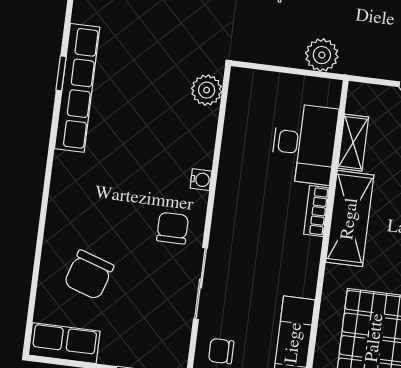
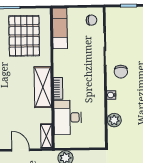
plant: (207, 90) -> (114, 120), moved
shelving: (353, 143) -> (46, 136), moved

